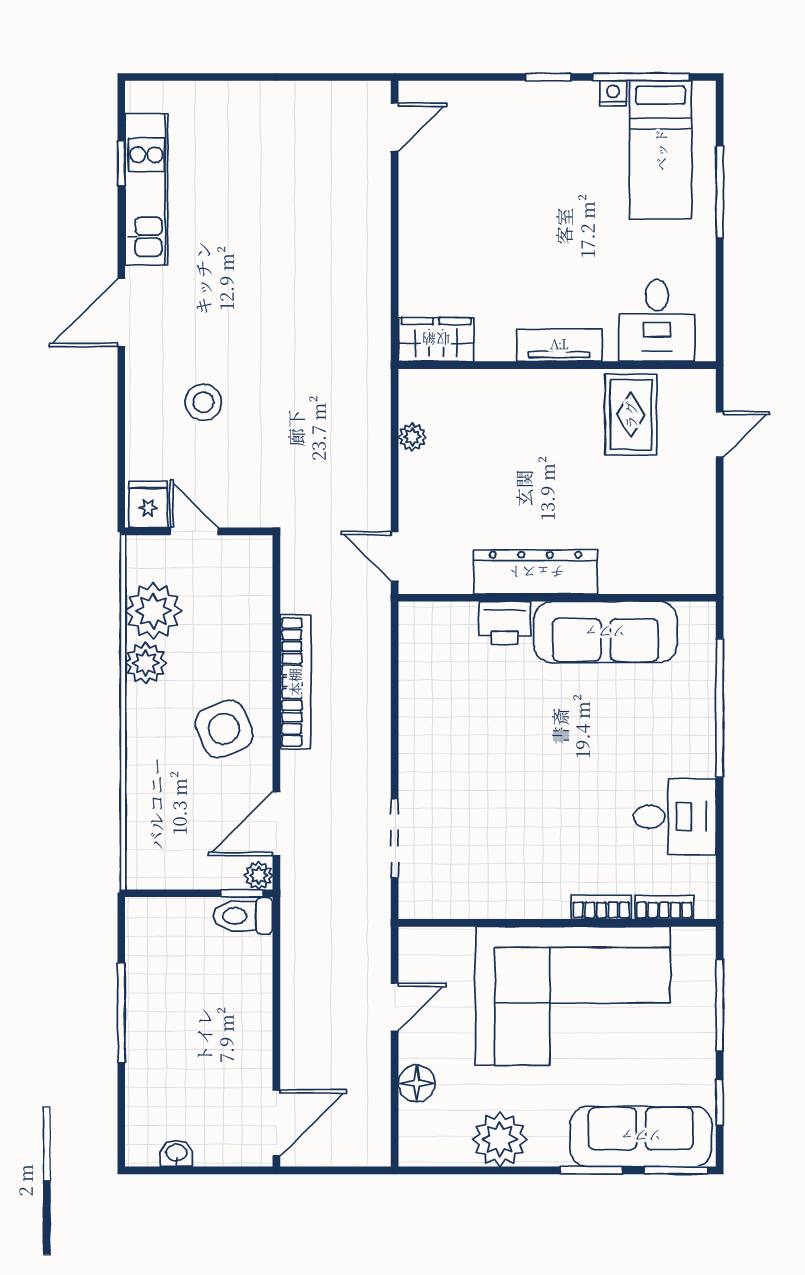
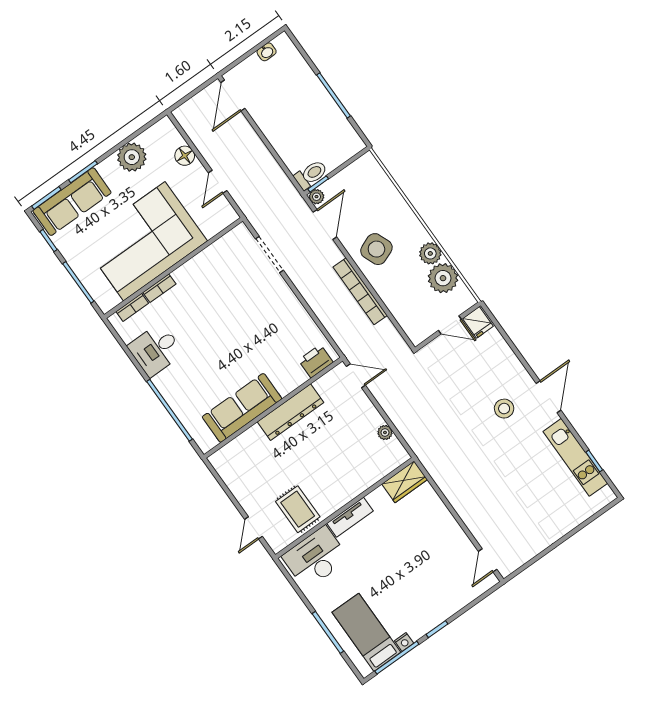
desk: (657, 321) -> (315, 558), width x1.37
stool: (203, 402) -> (504, 409), moved
printer: (505, 623) -> (316, 361), moved

